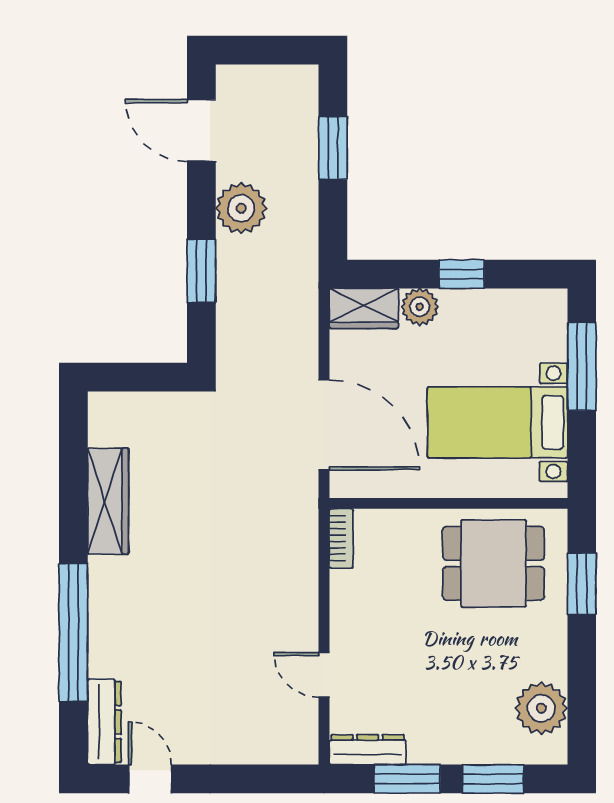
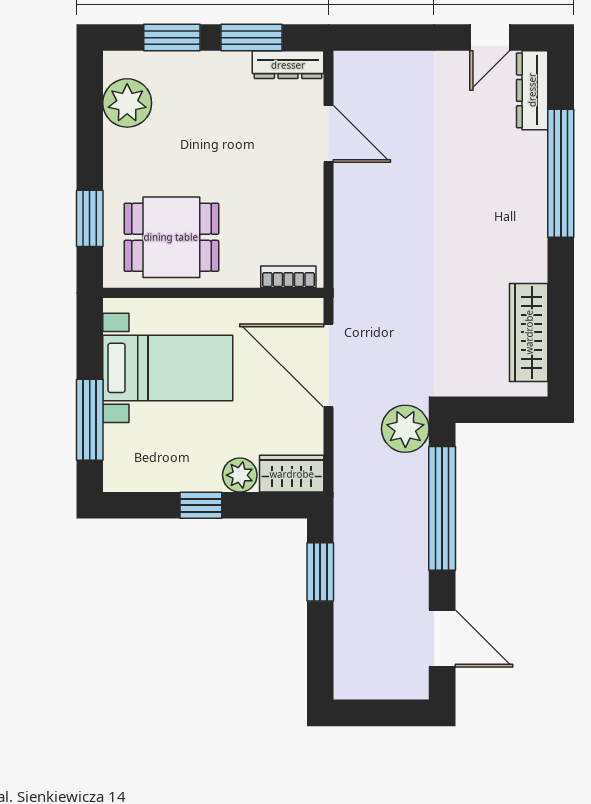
window: (333, 148) -> (320, 572), moved
plant: (241, 208) -> (405, 429), moved
window: (201, 271) -> (442, 508), width x2.11
wardrobe: (108, 501) -> (529, 332), moved
bookcase: (341, 538) -> (288, 277), moved, turned 90
door: (324, 675) -> (329, 134), width x1.38
door: (150, 779) -> (490, 38), hinge flipped

